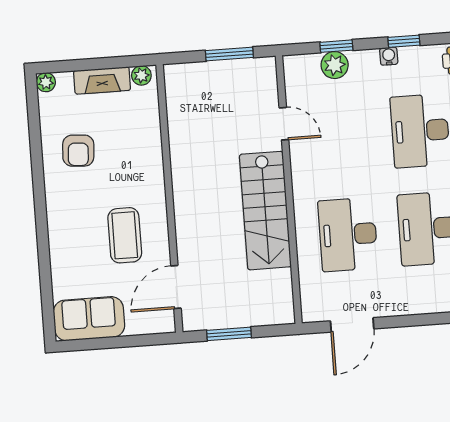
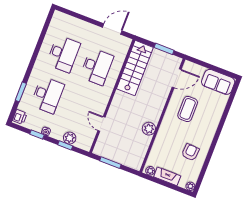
plant: (184, 159) -> (149, 129), added
stairs: (265, 211) -> (135, 68), moved

